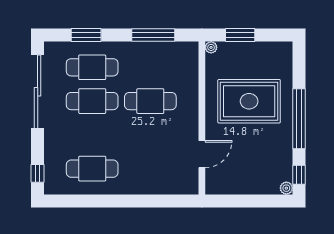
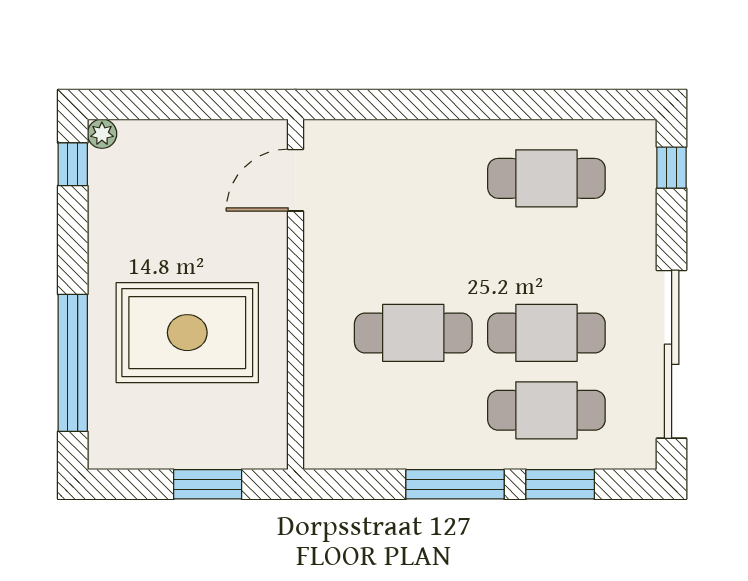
window: (153, 35) -> (455, 484), moved
plant: (211, 47) -> (274, 456), removed
window: (299, 119) -> (73, 363), moved
door: (202, 154) -> (295, 180), moved

